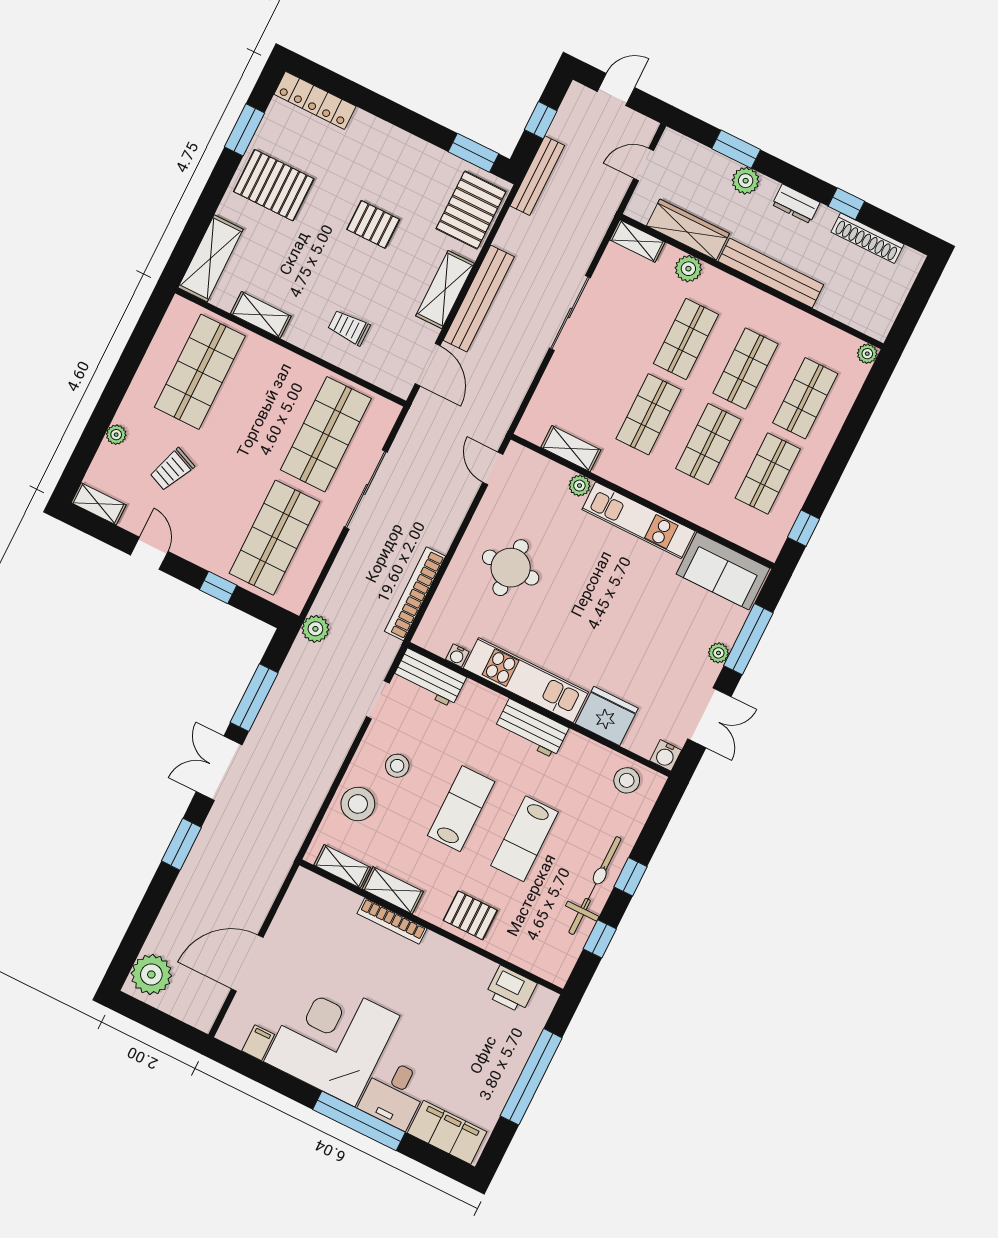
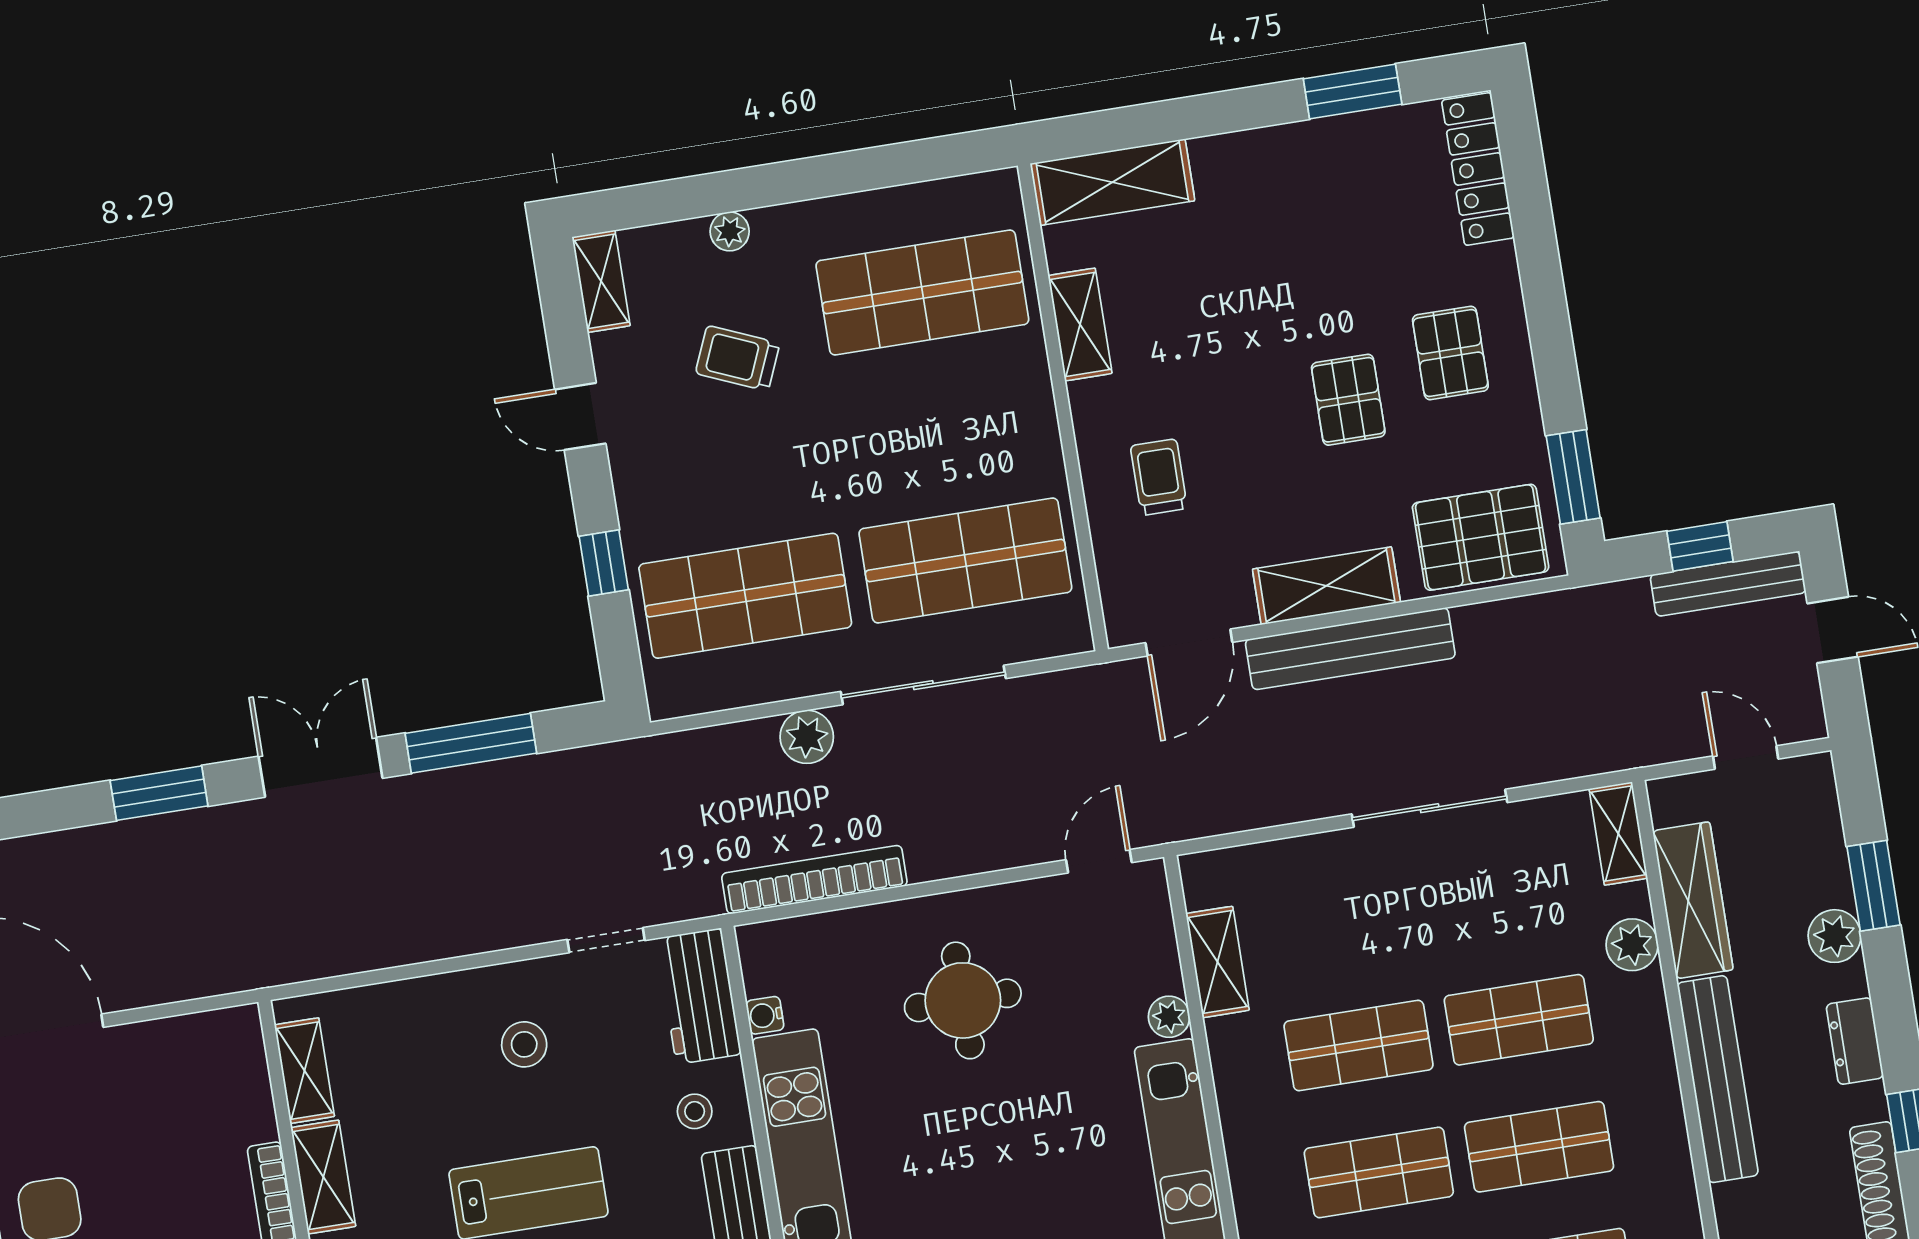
bench: (537, 176) -> (1728, 584), moved
pallet: (274, 185) -> (1450, 353), moved, width x0.67, depth x0.71
door: (149, 553) -> (580, 416), swing flipped
plant: (315, 629) -> (807, 737), moved
stool: (358, 804) -> (695, 1111), moved, width x0.53, depth x0.53

